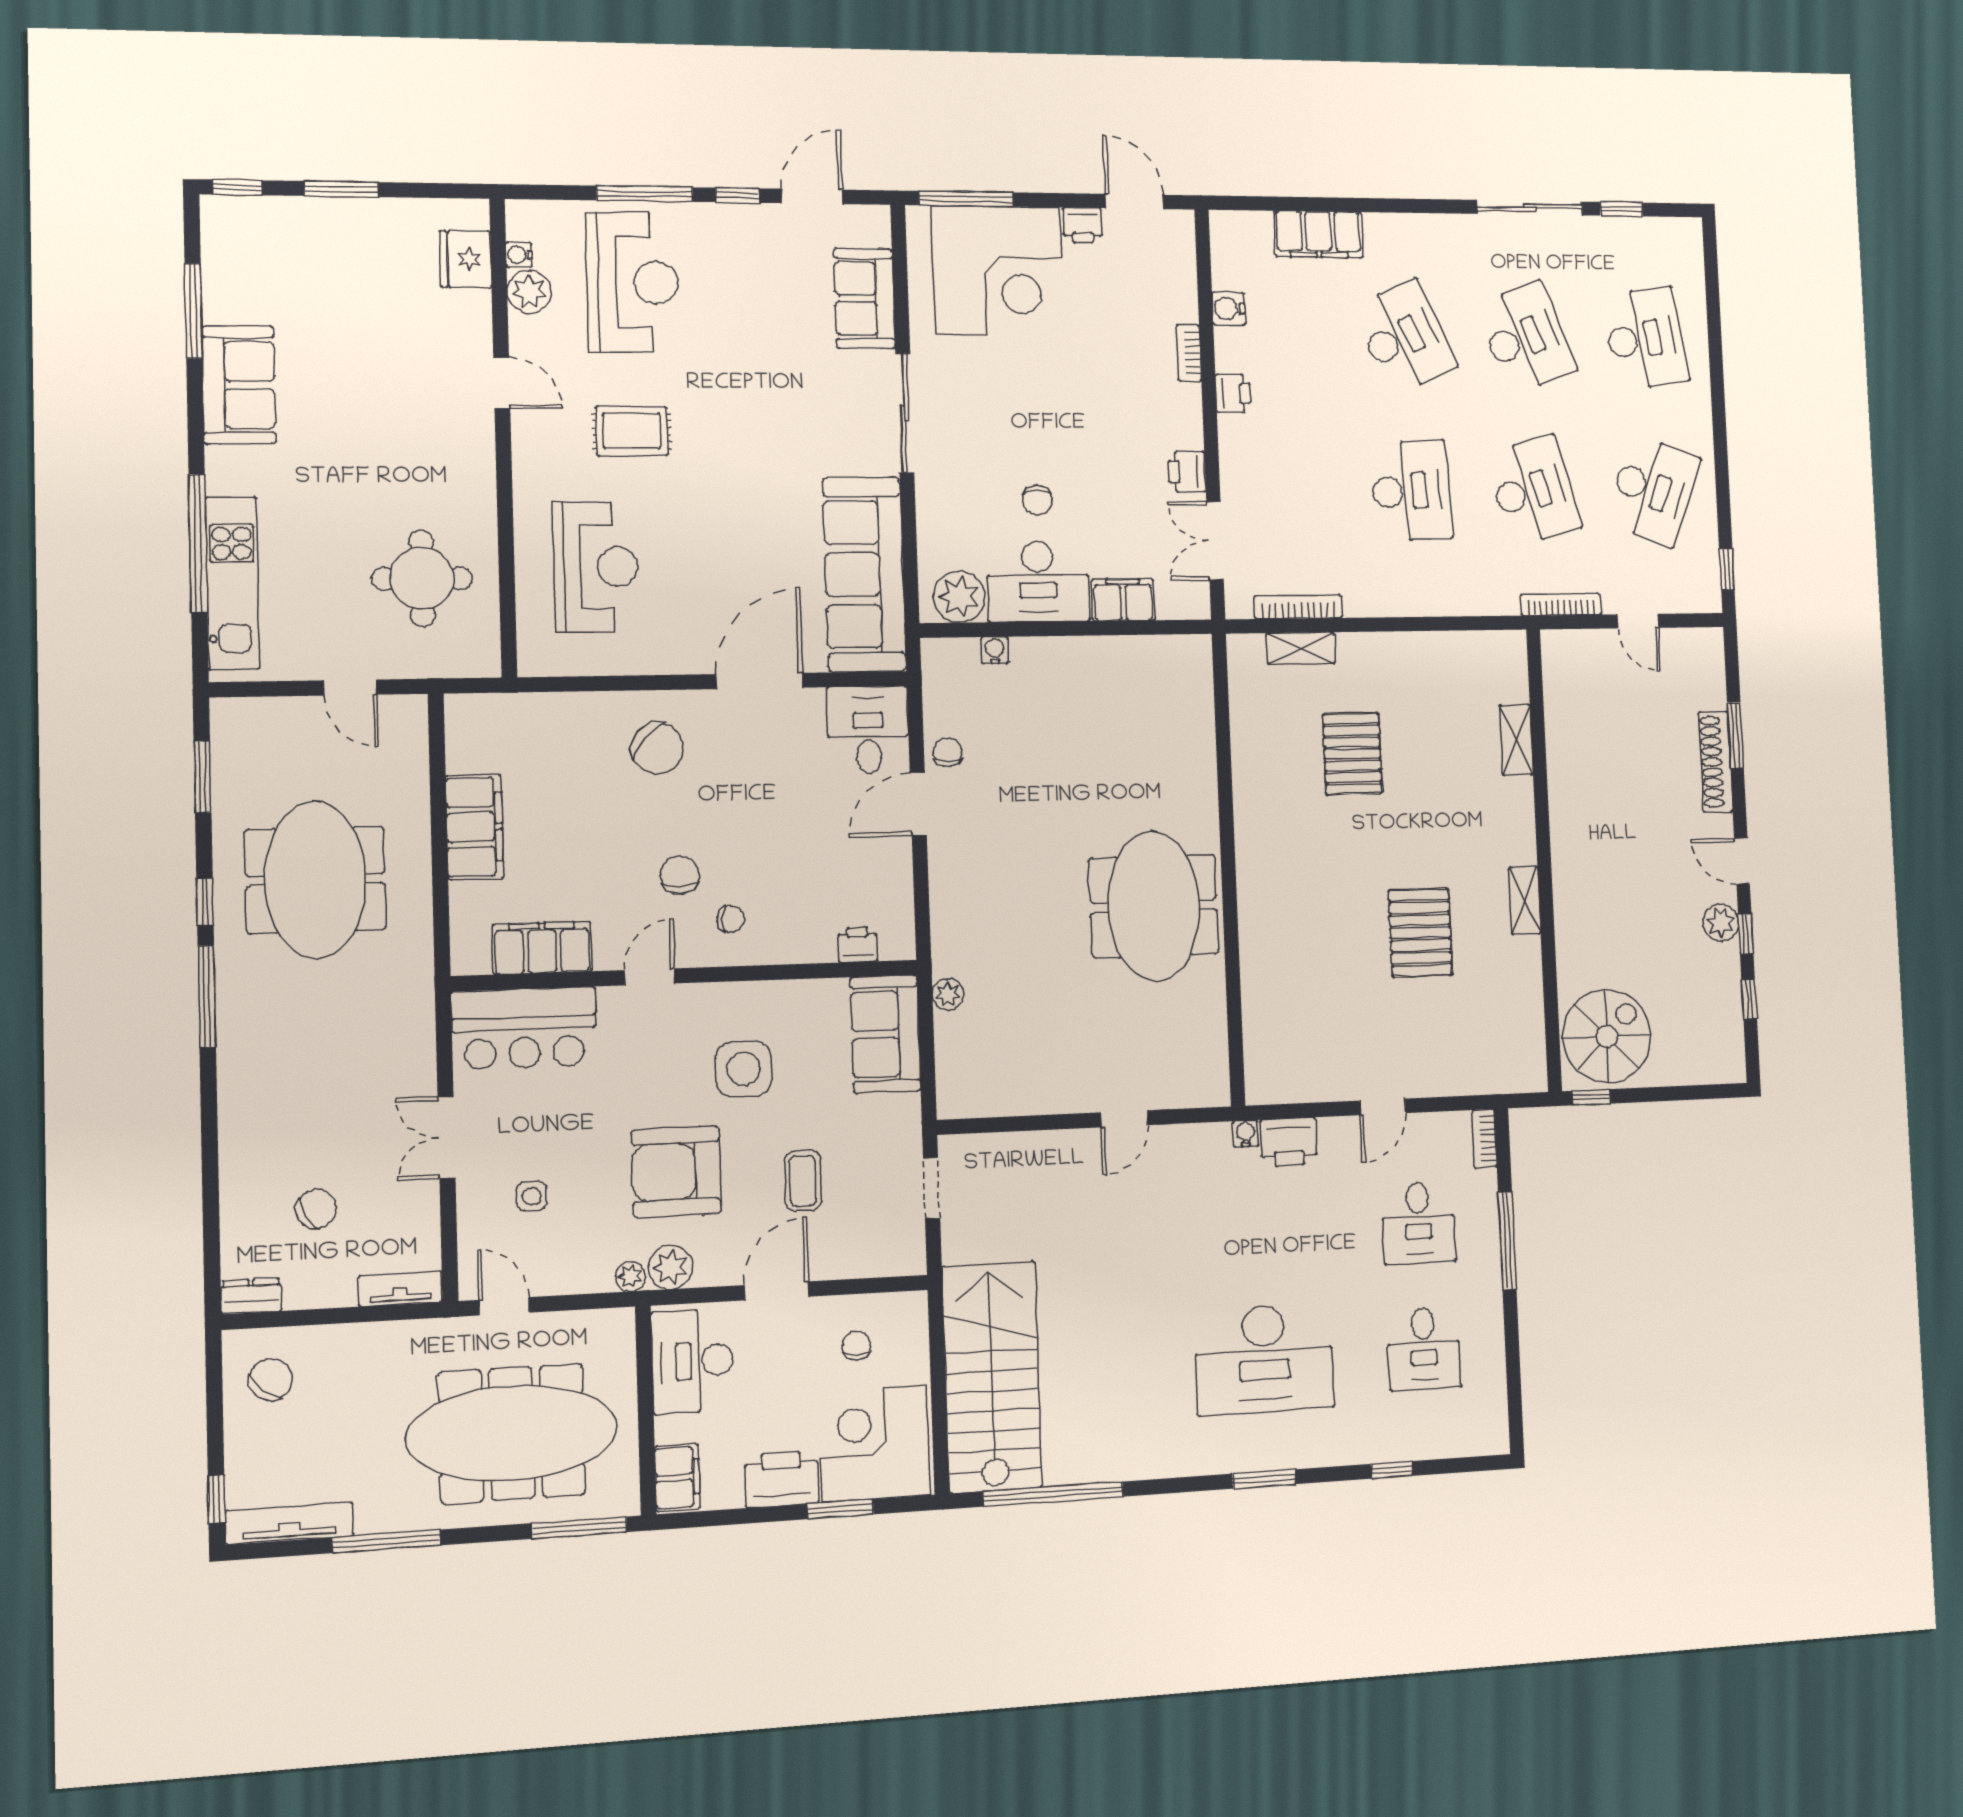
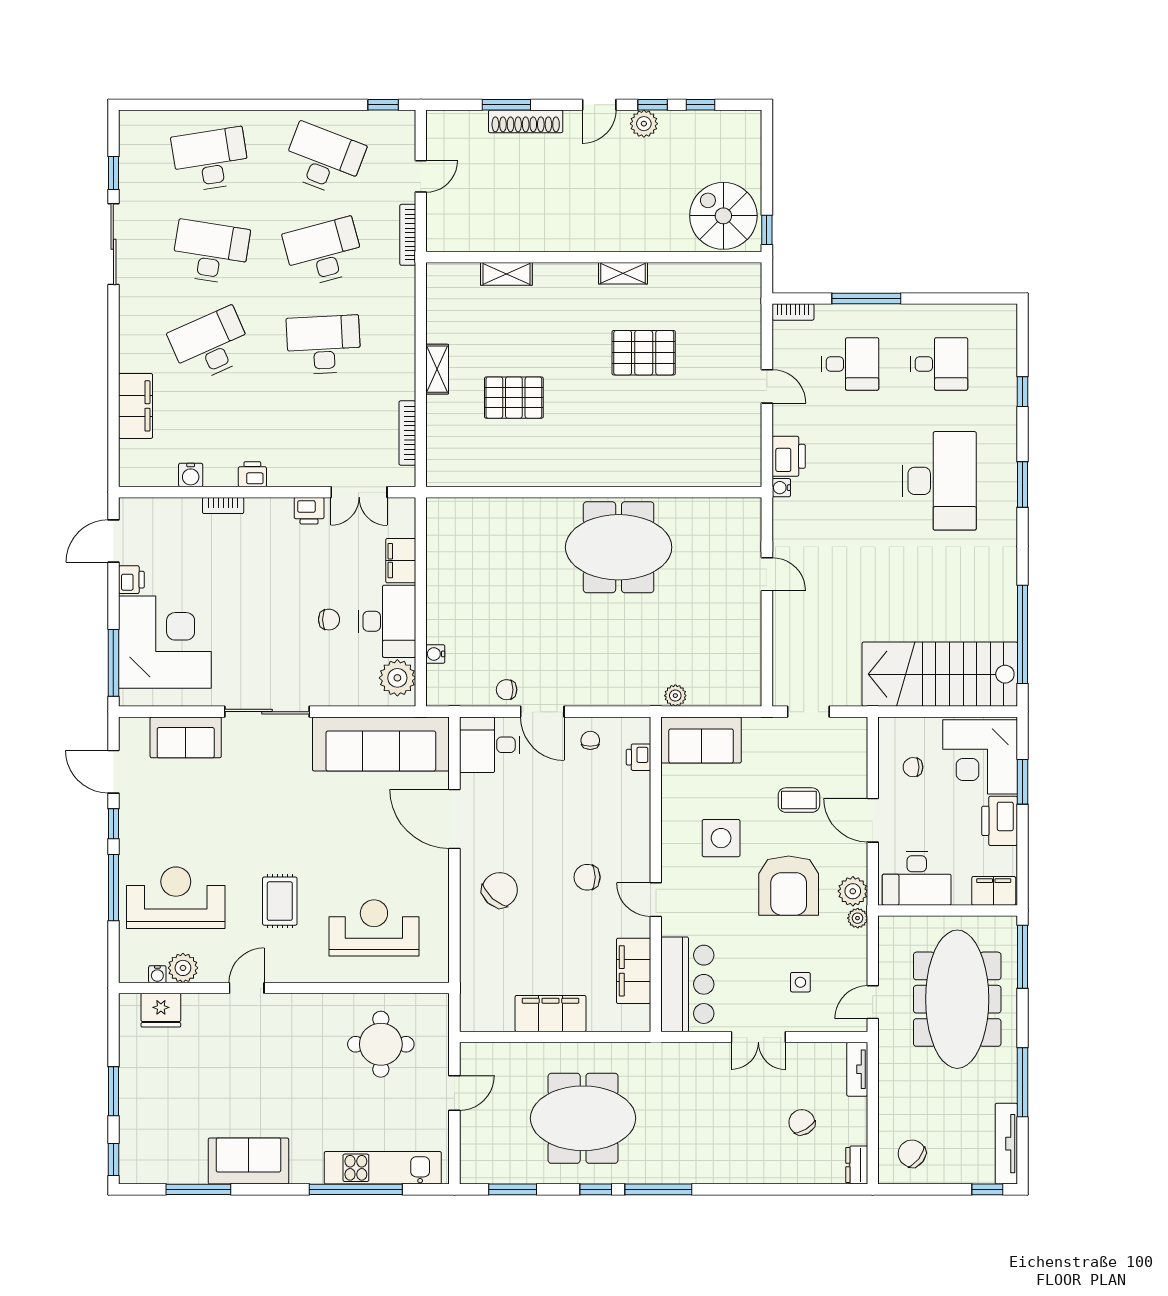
desk: (1526, 338) -> (211, 252), turned 30
shelving: (1301, 648) -> (437, 369), moved
chair: (730, 919) -> (590, 740), moved

